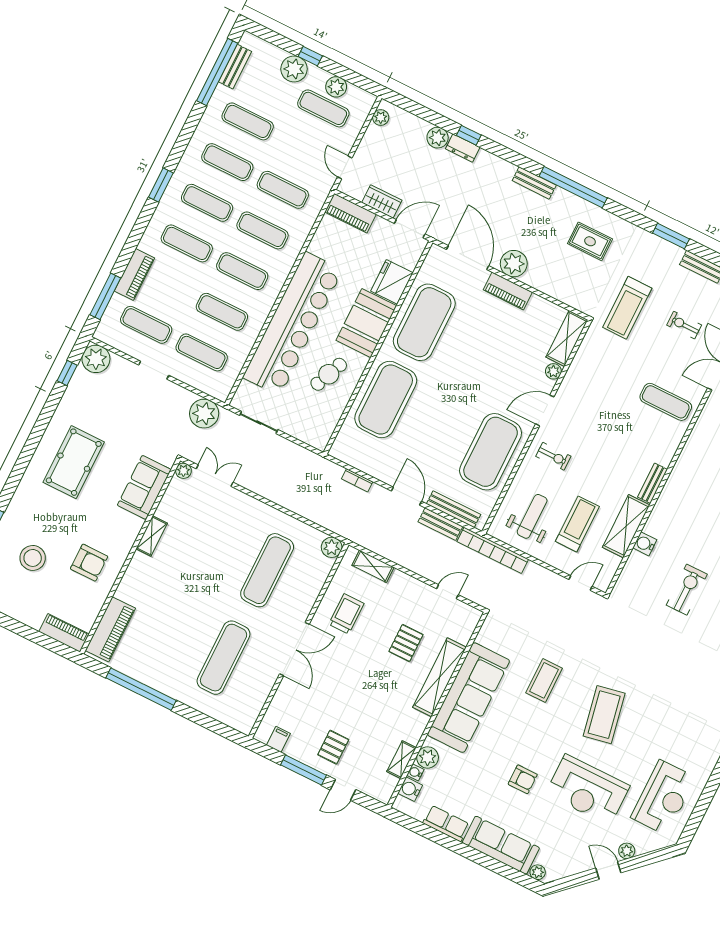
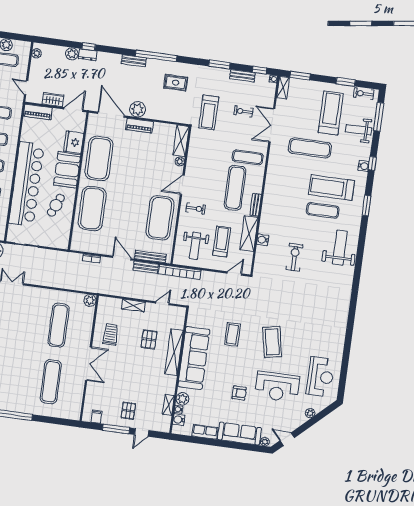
exercise mat: (629, 444) -> (235, 188), added
weight bench: (532, 516) -> (195, 246), turned 180
shelving: (373, 566) -> (133, 306), moved
door: (608, 870) -> (287, 439), moved

